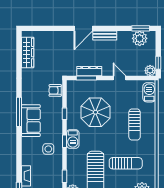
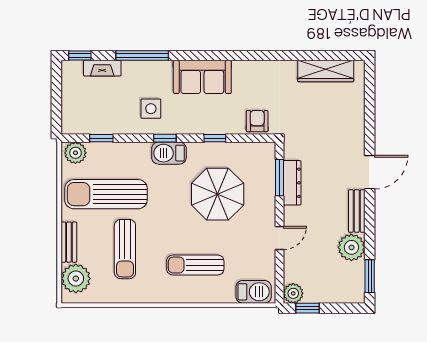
door: (83, 28) -> (370, 172), swing flipped
plant: (140, 38) -> (351, 247), moved
window: (19, 112) -> (142, 55), moved

